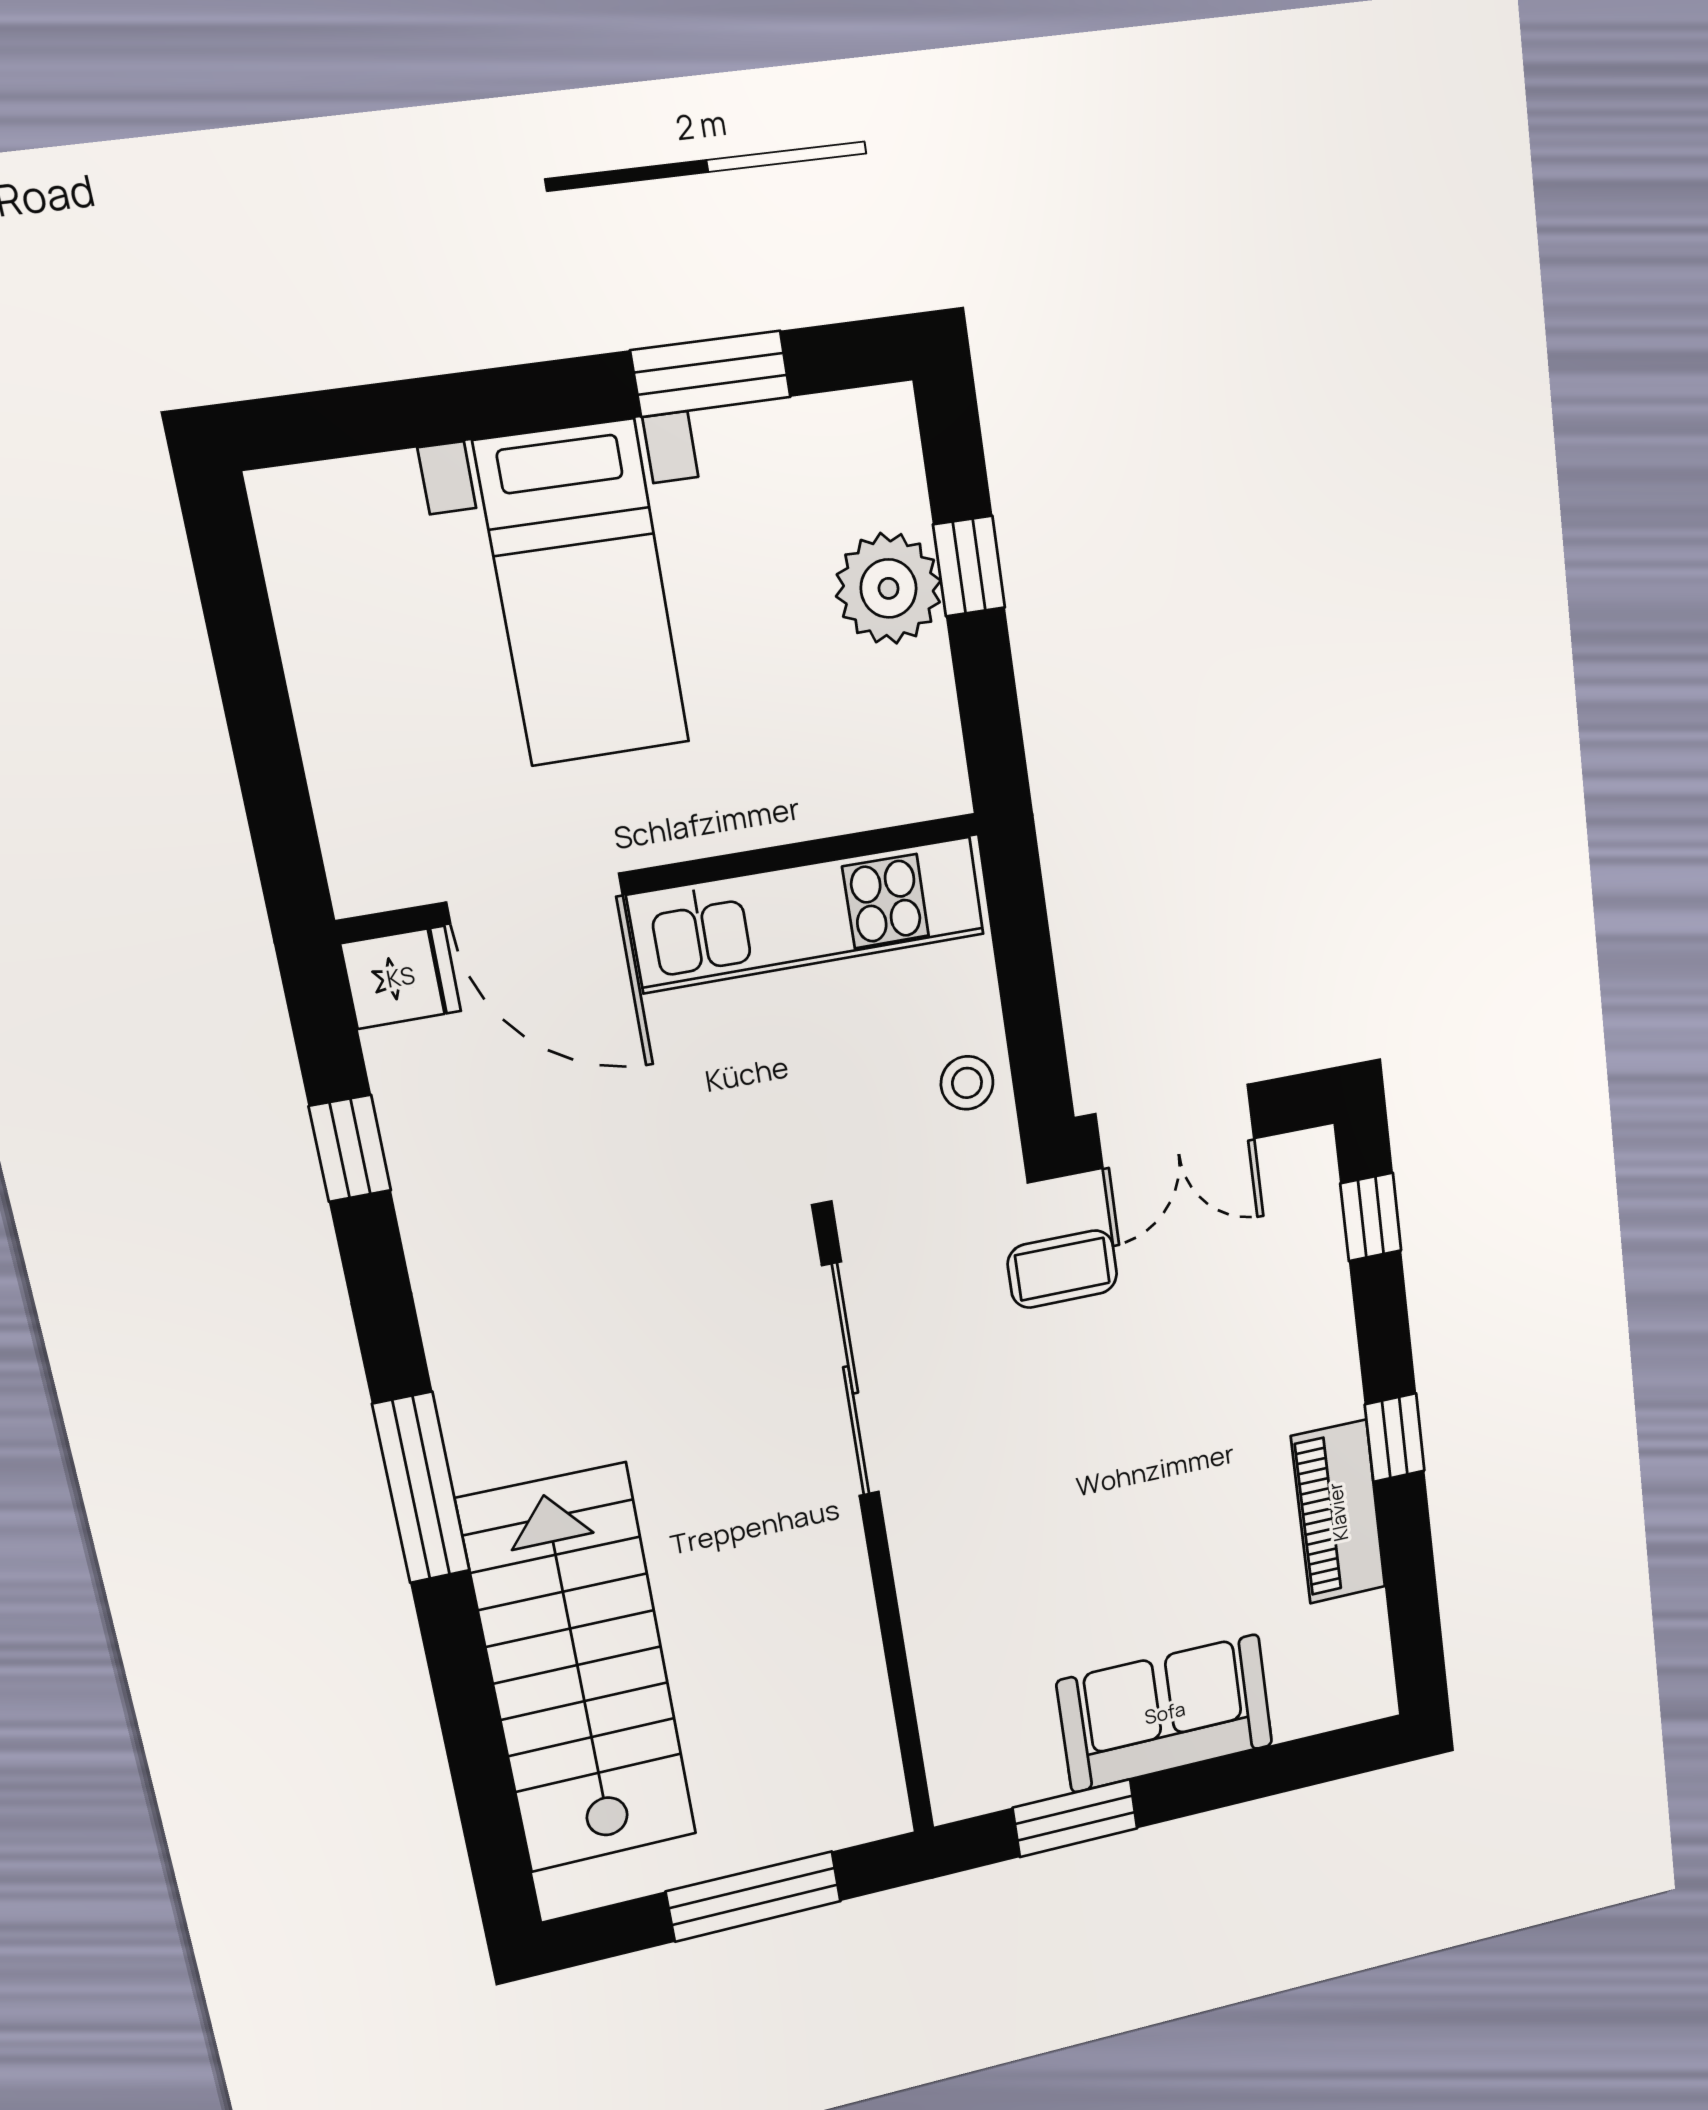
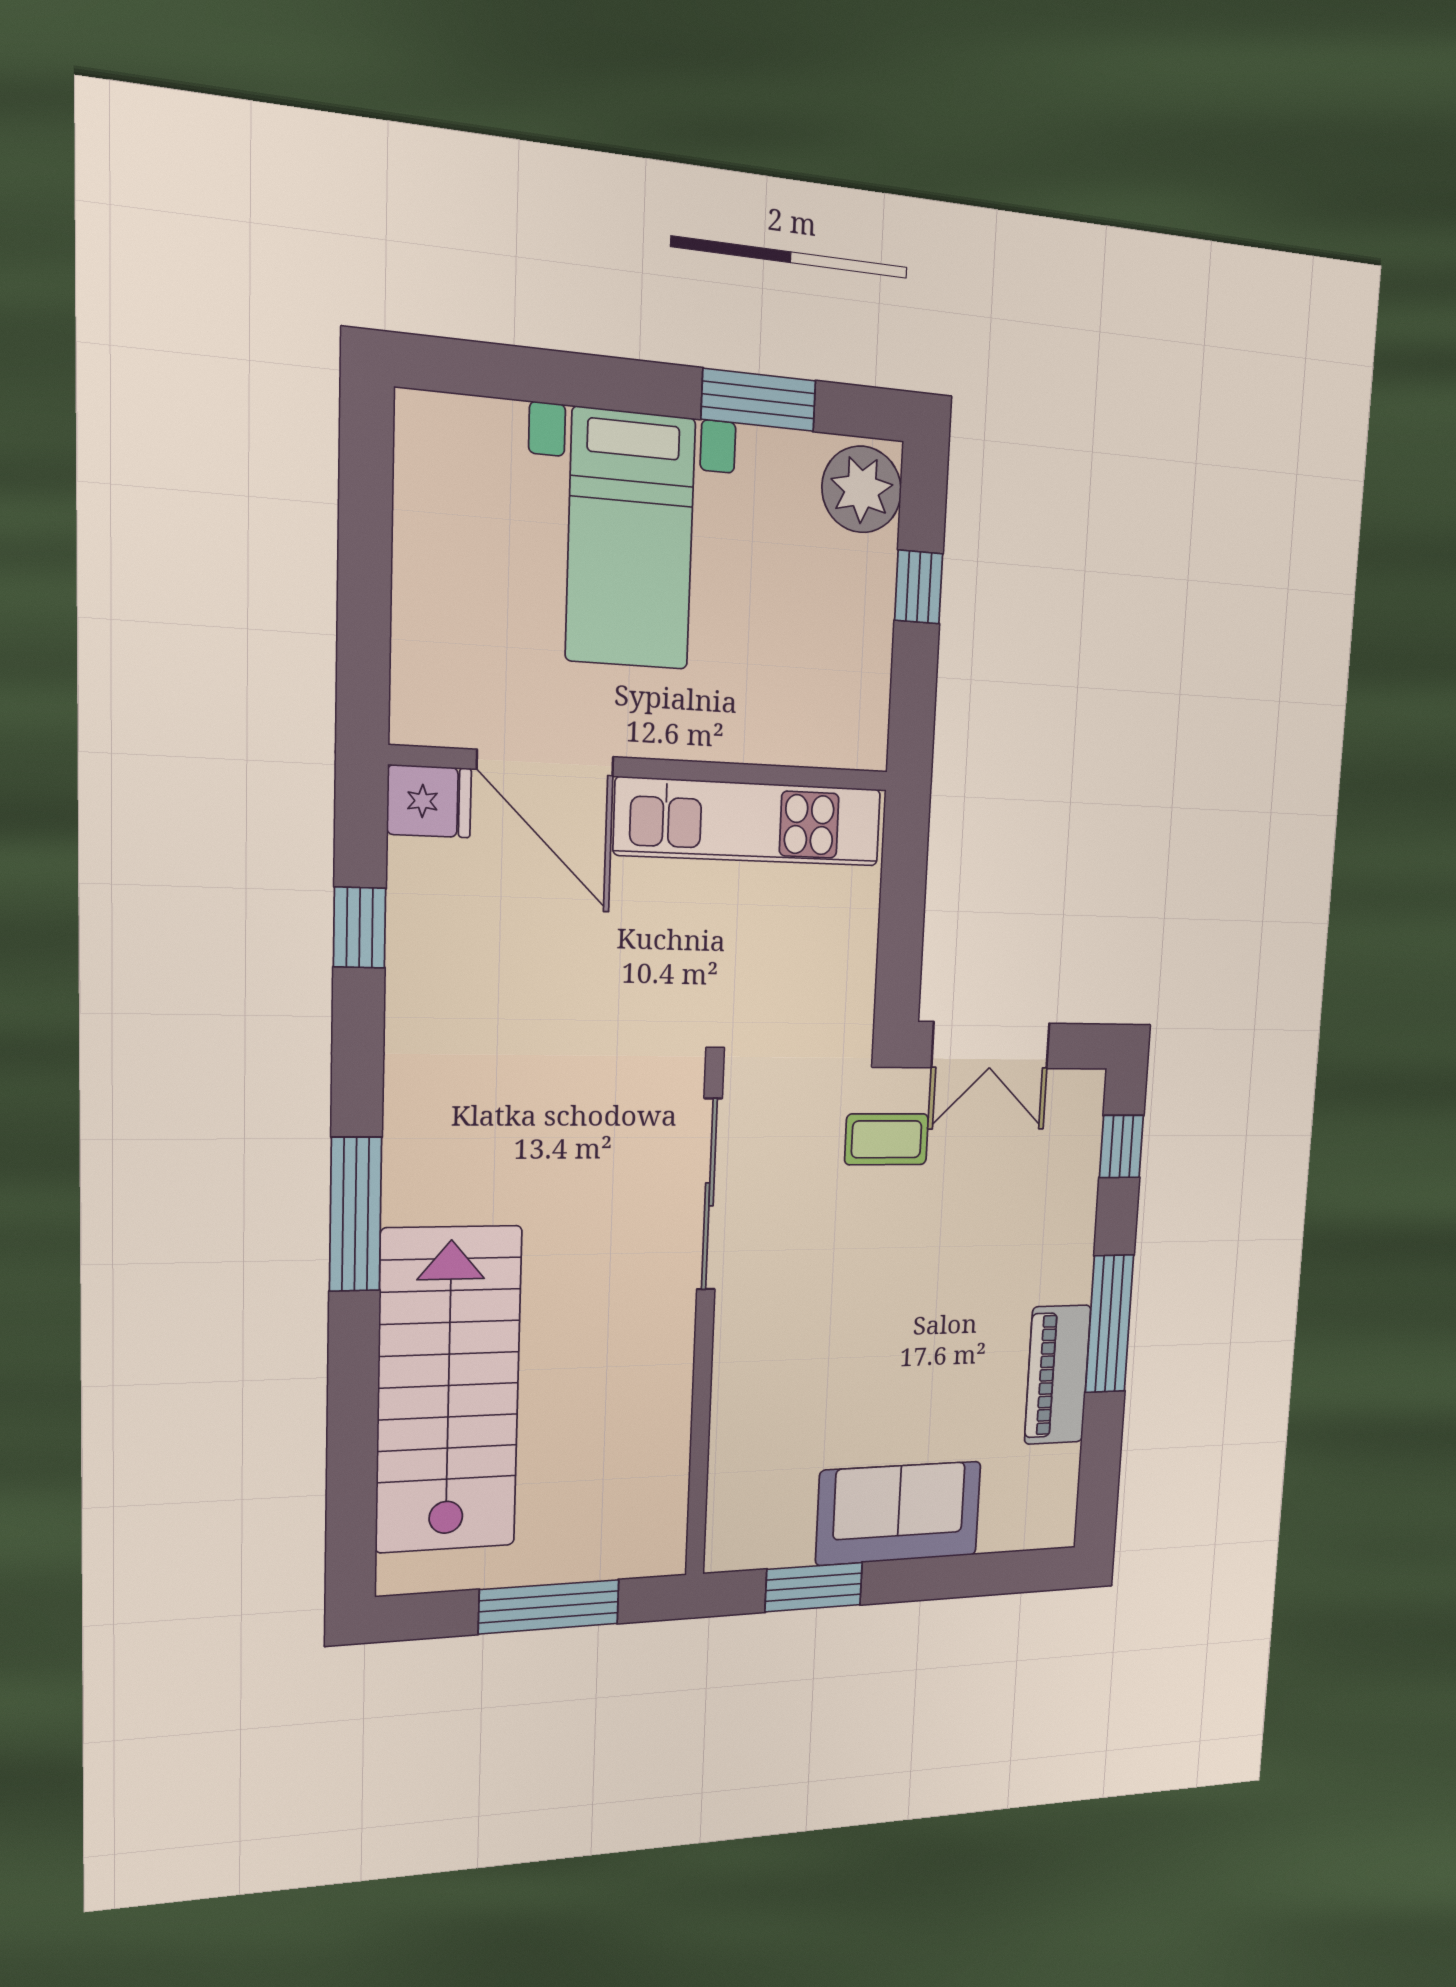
plant: (889, 588) -> (862, 489), moved
stool: (967, 1083) -> (843, 978), removed
window: (1395, 1438) -> (1109, 1324), width x2.17

